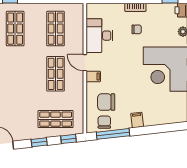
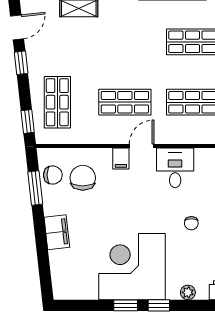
desk: (100, 36) -> (175, 168), width x0.73
filing cabinet: (137, 120) -> (57, 232), width x2.00
window: (113, 134) -> (35, 188), width x0.69
window: (39, 142) -> (21, 63), moved

